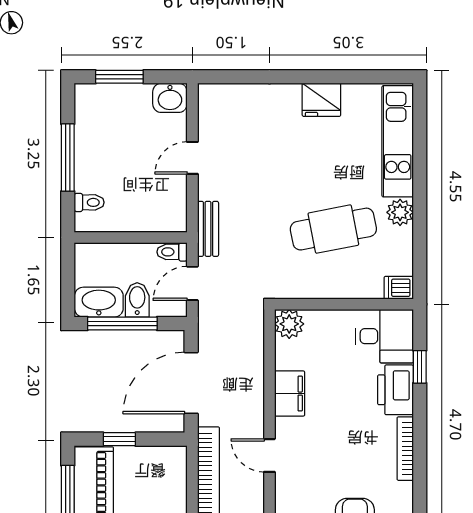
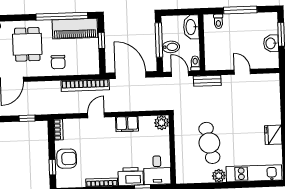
washbasin: (170, 98) -> (271, 43), moved
dishwasher: (399, 288) -> (181, 176), removed
washbasin: (99, 302) -> (191, 27), moved, turned 180

